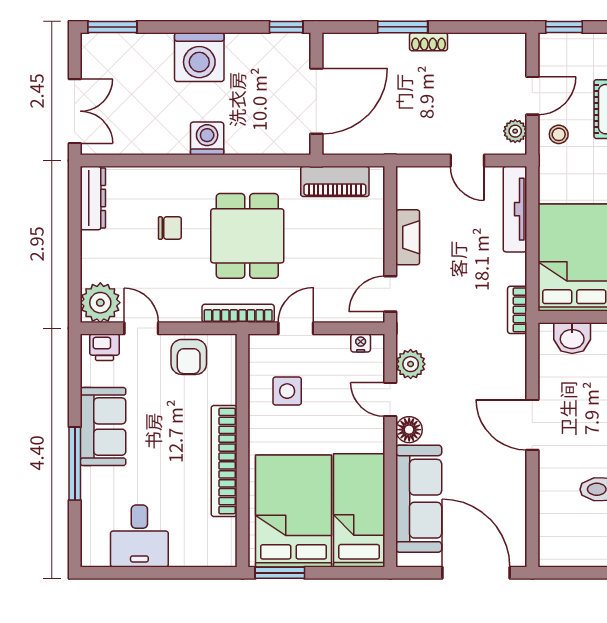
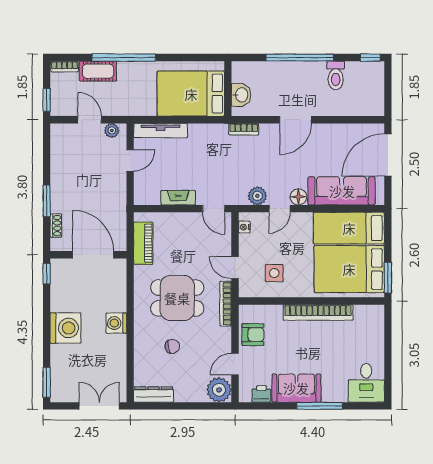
shoe rack: (429, 42) -> (56, 226), moved
stool: (559, 134) -> (114, 103), removed
chair: (170, 228) -> (172, 346), turned 79
bookcase: (517, 310) -> (244, 129), moved
printer: (105, 347) -> (261, 394), moved, turned -90
desk: (139, 536) -> (366, 383), moved, turned 90

